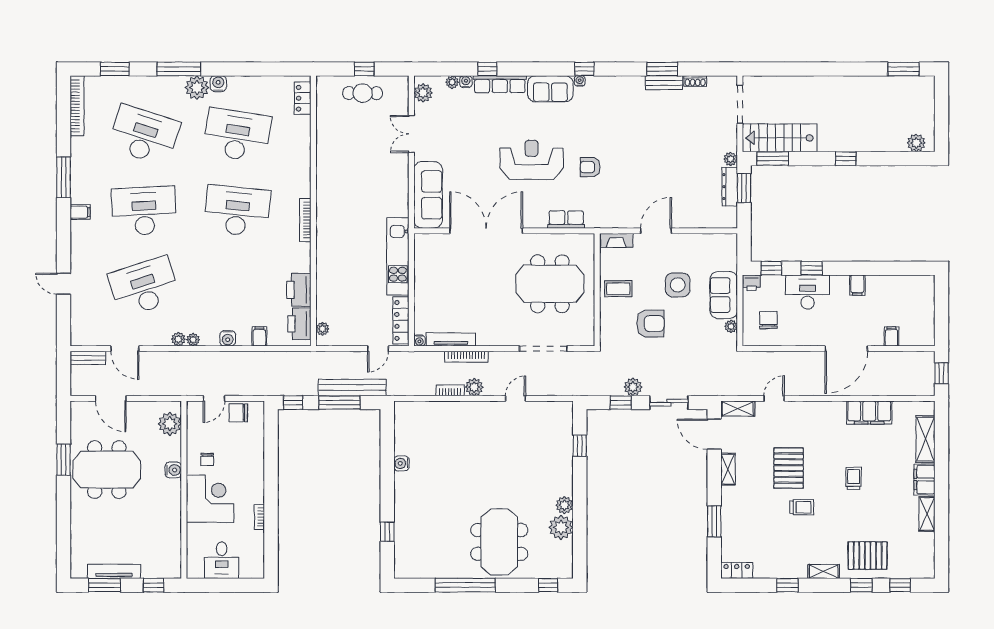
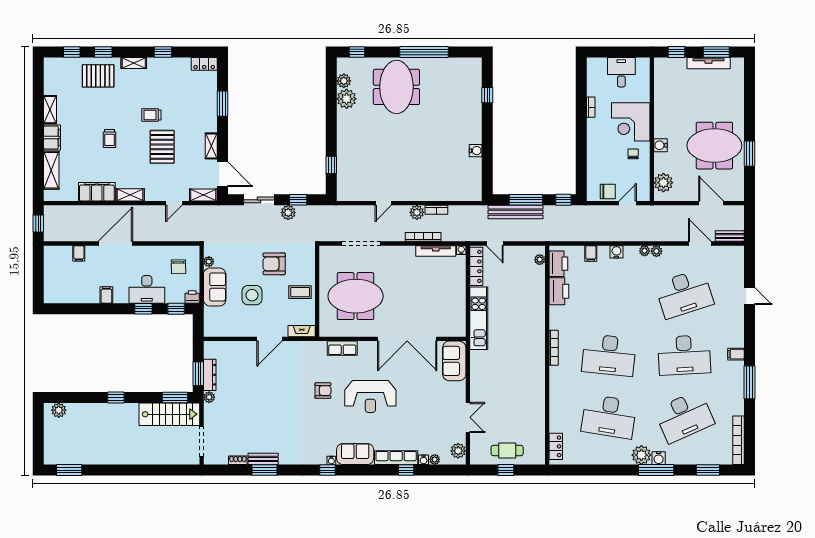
water cooler: (218, 84) -> (659, 458), moved
desk: (144, 135) -> (684, 417), turned -42
sofa: (428, 195) -> (454, 361), width x0.73
door: (378, 349) -> (495, 244), swing flipped
shelving: (828, 409) -> (130, 195), added
plant: (564, 505) -> (344, 81), moved

